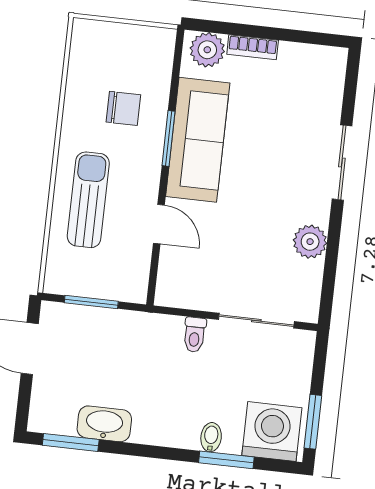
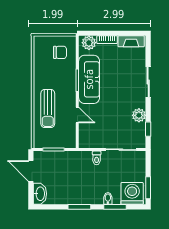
fireplace: (311, 58) -> (131, 41), added
chair: (123, 108) -> (60, 52), moved
sun lounger: (88, 200) -> (48, 108), turned 180
window: (329, 278) -> (148, 129), added
washbasin: (104, 424) -> (40, 194), moved, turned 90
window: (71, 442) -> (79, 207), moved

